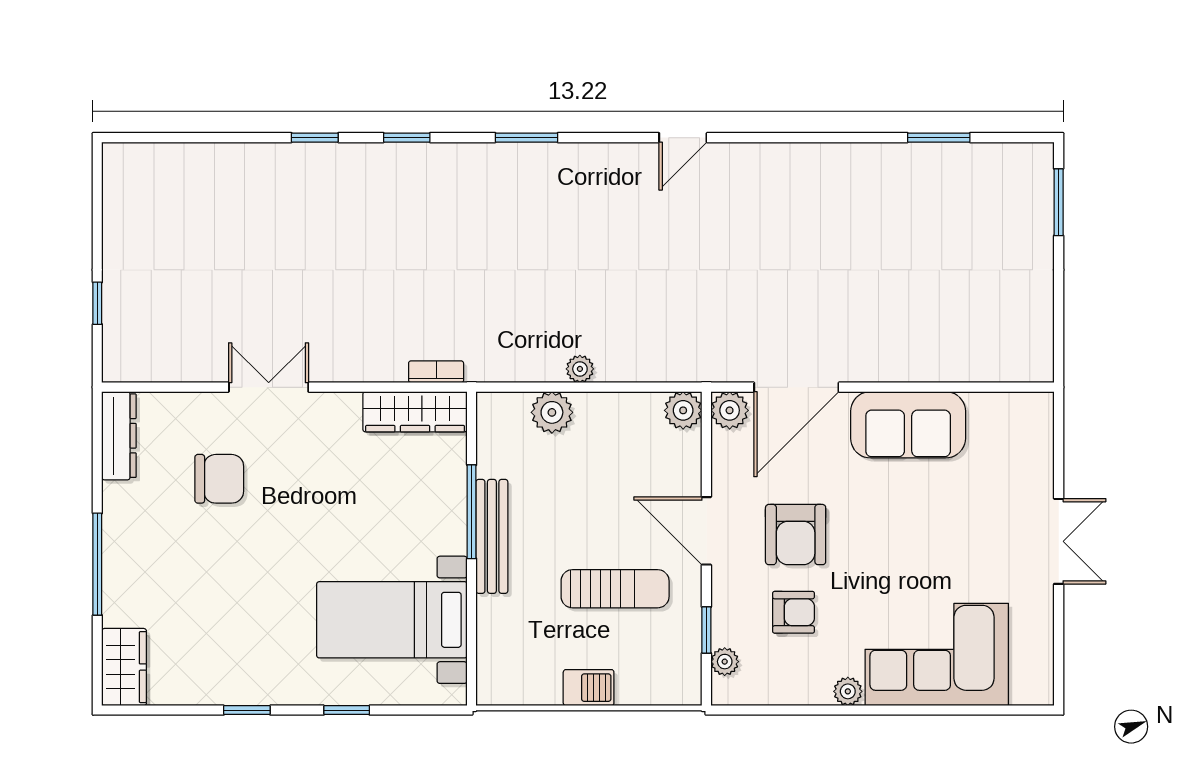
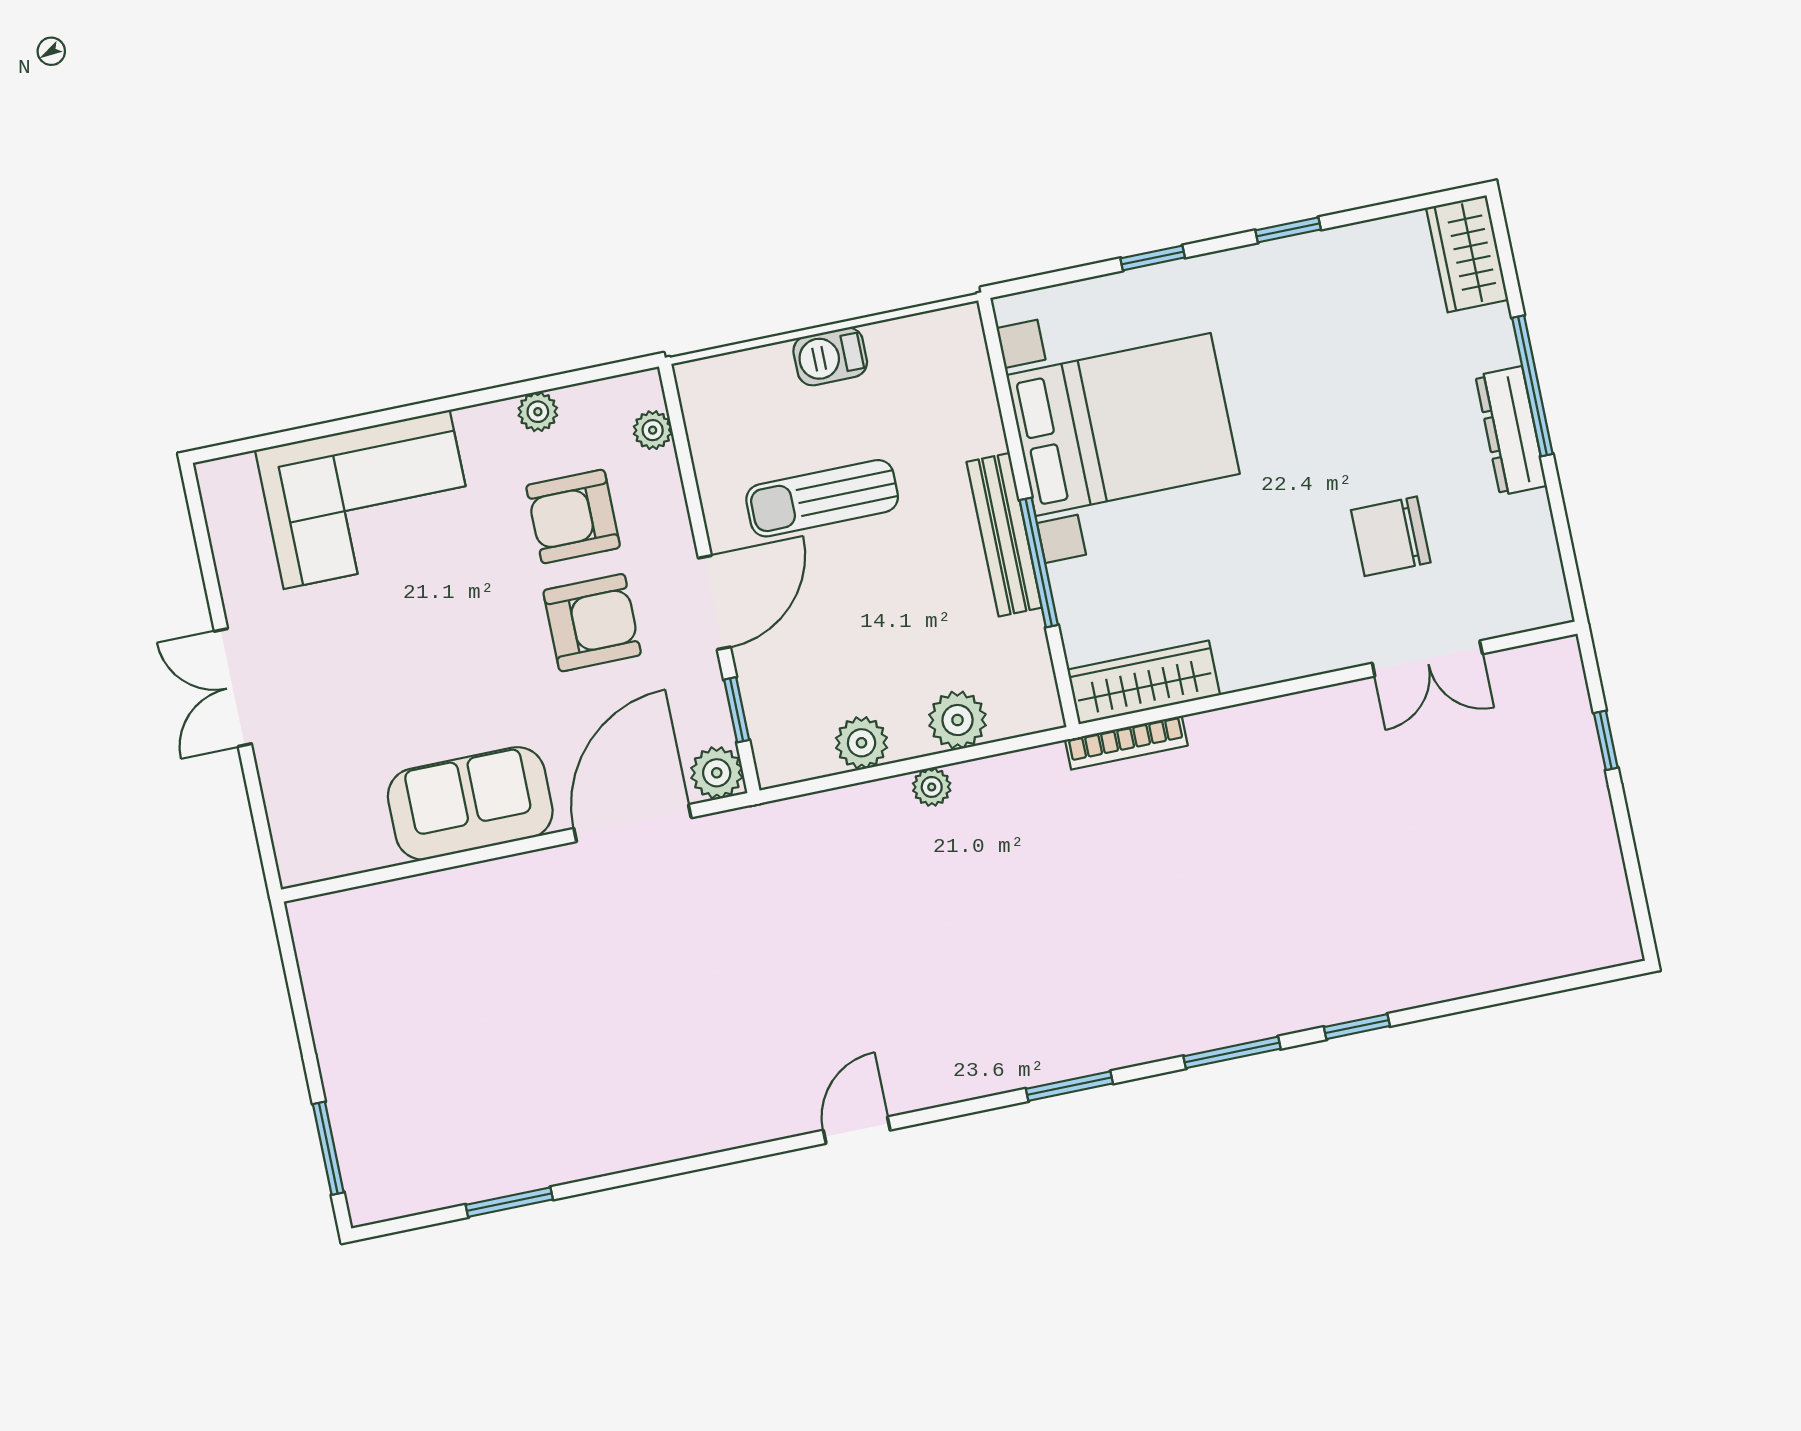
window: (407, 138) -> (1232, 1052), width x1.50
bookcase: (436, 372) -> (1126, 743), width x1.56
double door: (269, 387) -> (1427, 659), moved
plant: (683, 410) -> (862, 743), moved
dresser: (119, 436) -> (1511, 431), moved
door: (706, 531) -> (714, 602), hinge flipped
armchair: (796, 535) -> (592, 623), turned 90
armchair: (794, 612) -> (573, 516), width x1.38, depth x1.38
bed with nightstands: (392, 620) -> (1123, 424), width x1.36
window: (706, 630) -> (737, 710), moved
plant: (848, 691) -> (538, 412), moved

